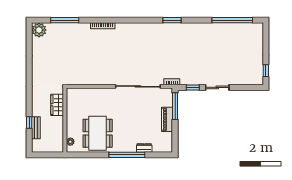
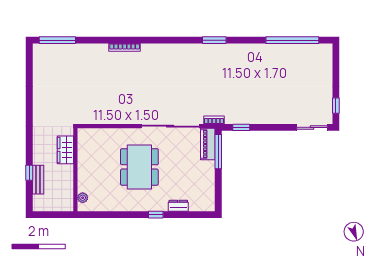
window: (65, 20) -> (57, 40), moved
plant: (39, 30) -> (42, 53), removed
sliding door: (217, 87) -> (312, 127), moved
piano: (167, 119) -> (208, 144), moved
dining table: (98, 133) -> (139, 167), moved
window: (127, 155) -> (156, 215), width x0.32

